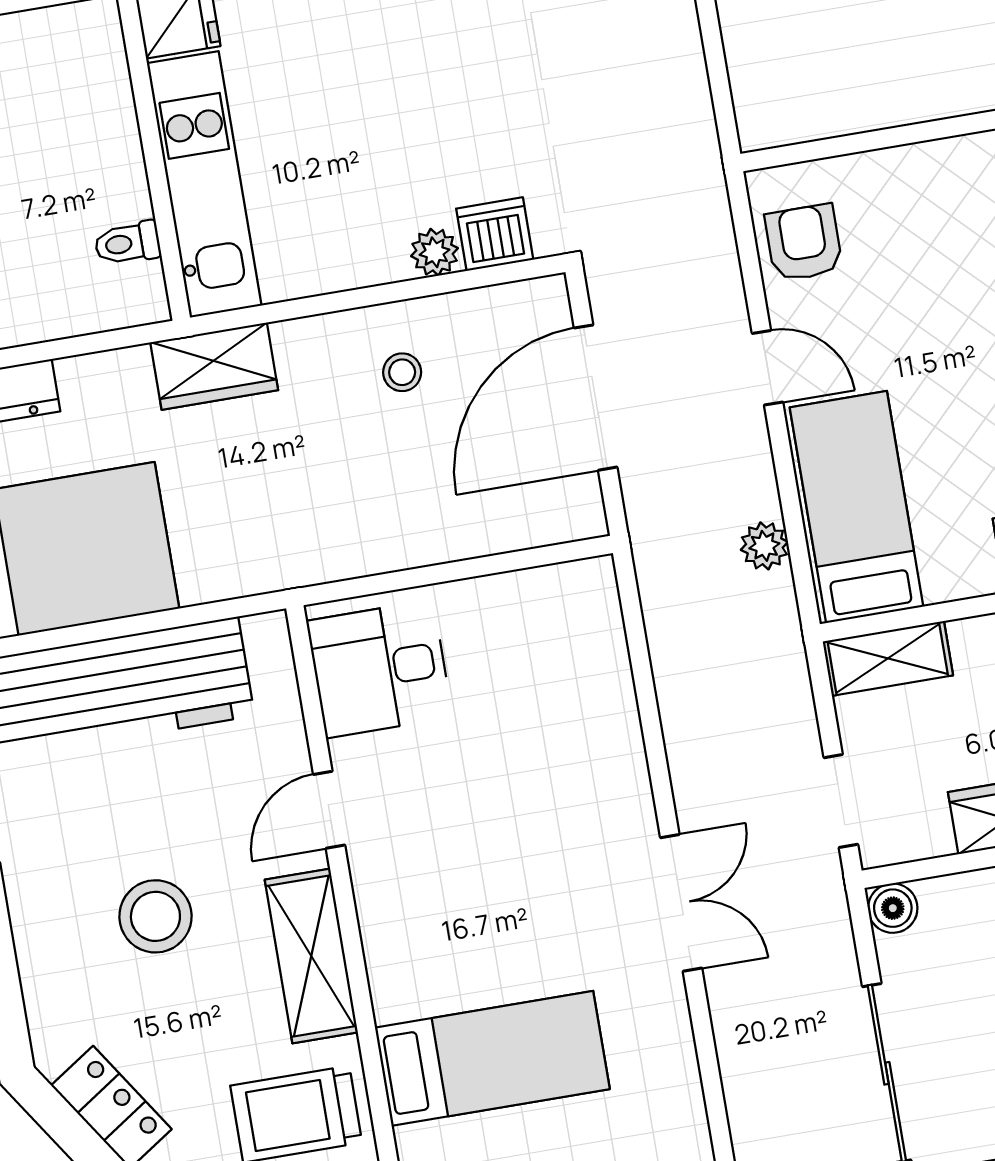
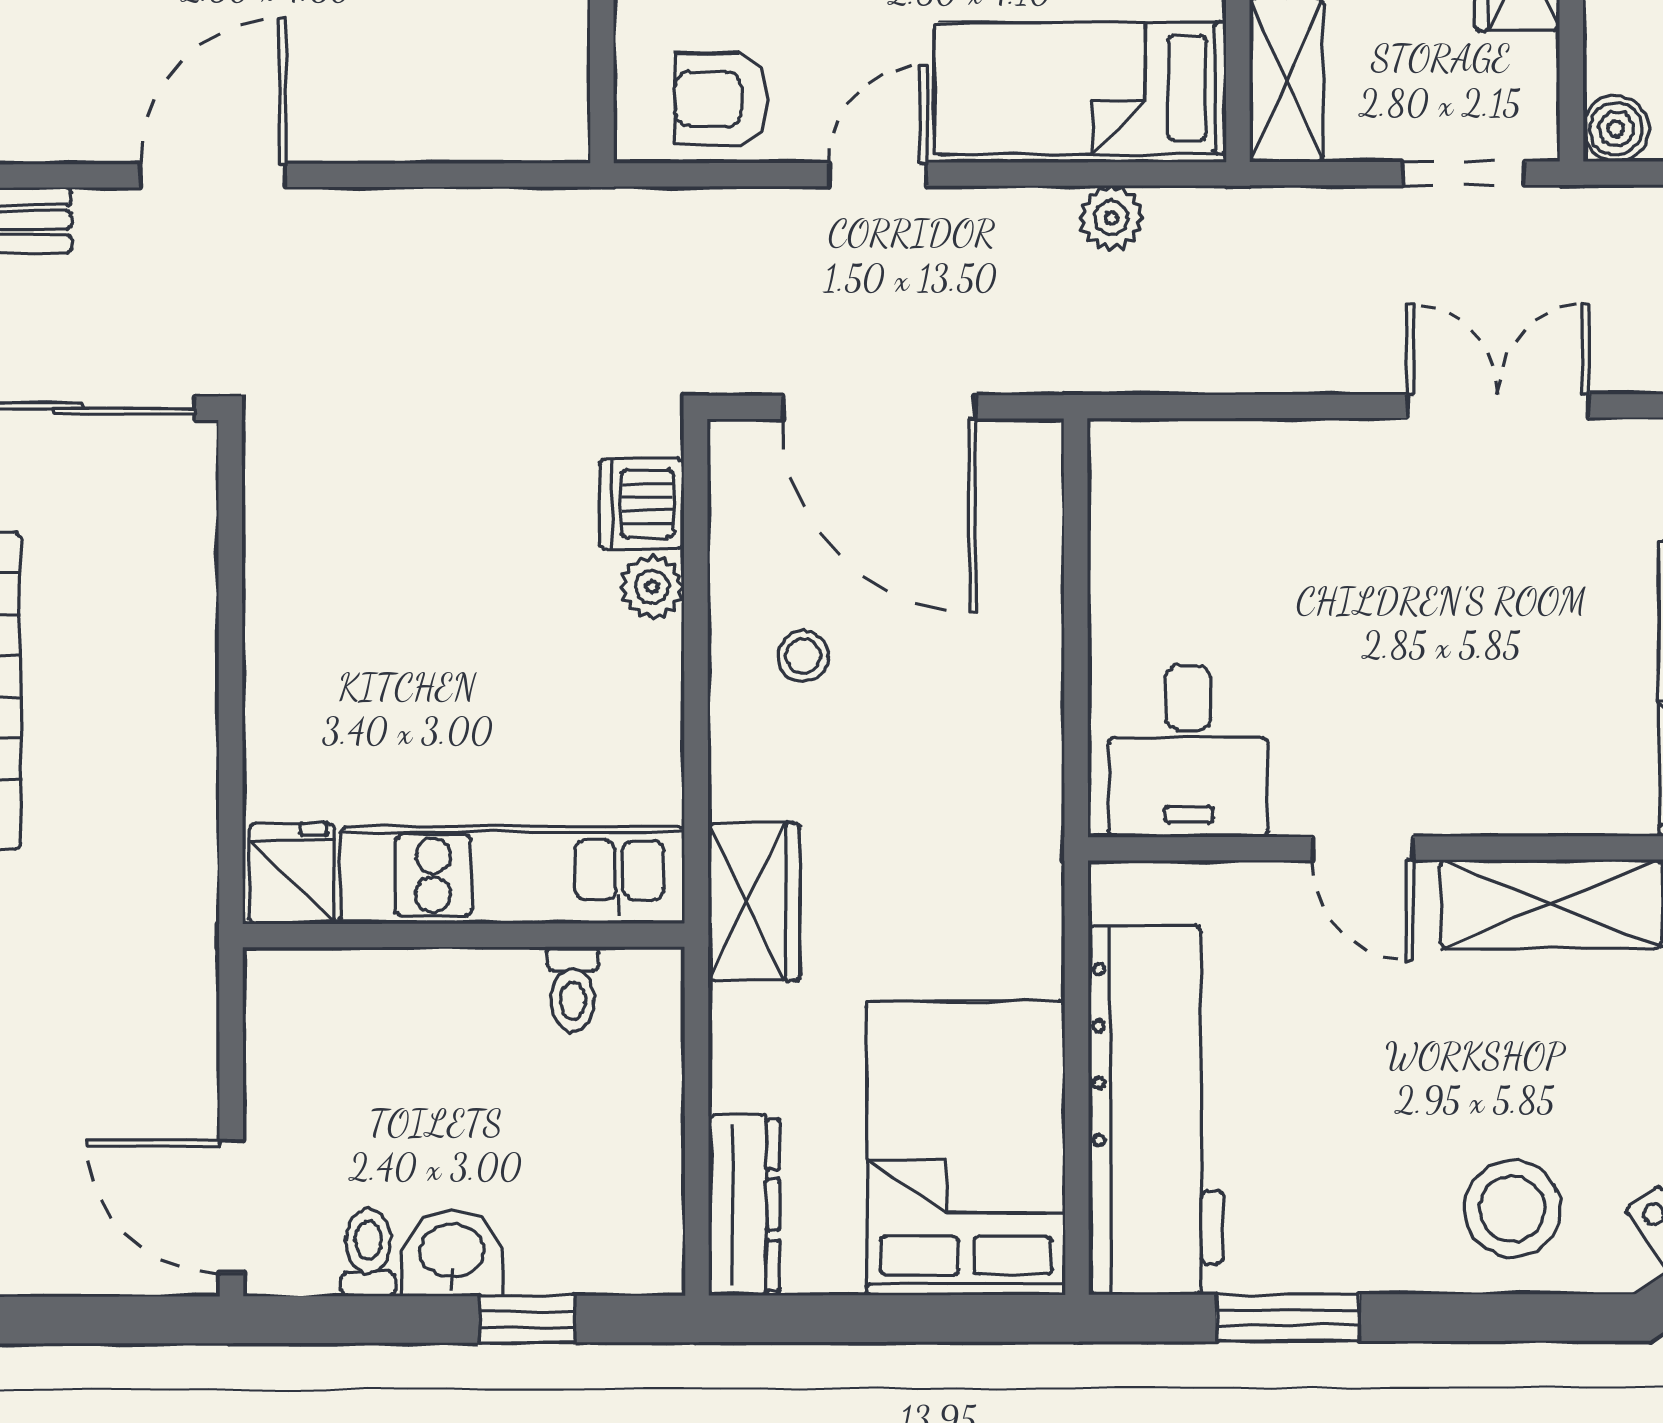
double door: (681, 903) -> (1498, 406), moved
stool: (155, 916) -> (1512, 1209), moved

